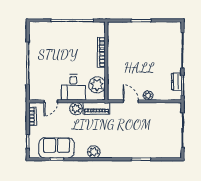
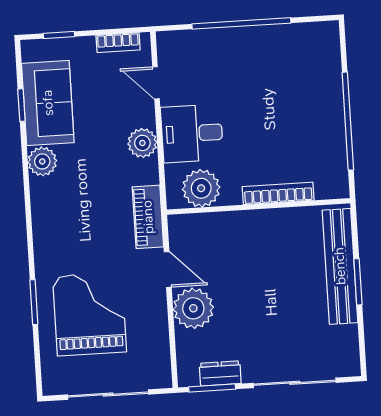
bench: (134, 28) -> (340, 266), added
plant: (148, 95) -> (193, 308), width x1.88, depth x1.88
door: (131, 101) -> (168, 270), hinge flipped
piano: (96, 108) -> (148, 217), moved
grand piano: (148, 136) -> (90, 314), added
plant: (94, 152) -> (42, 161), moved

